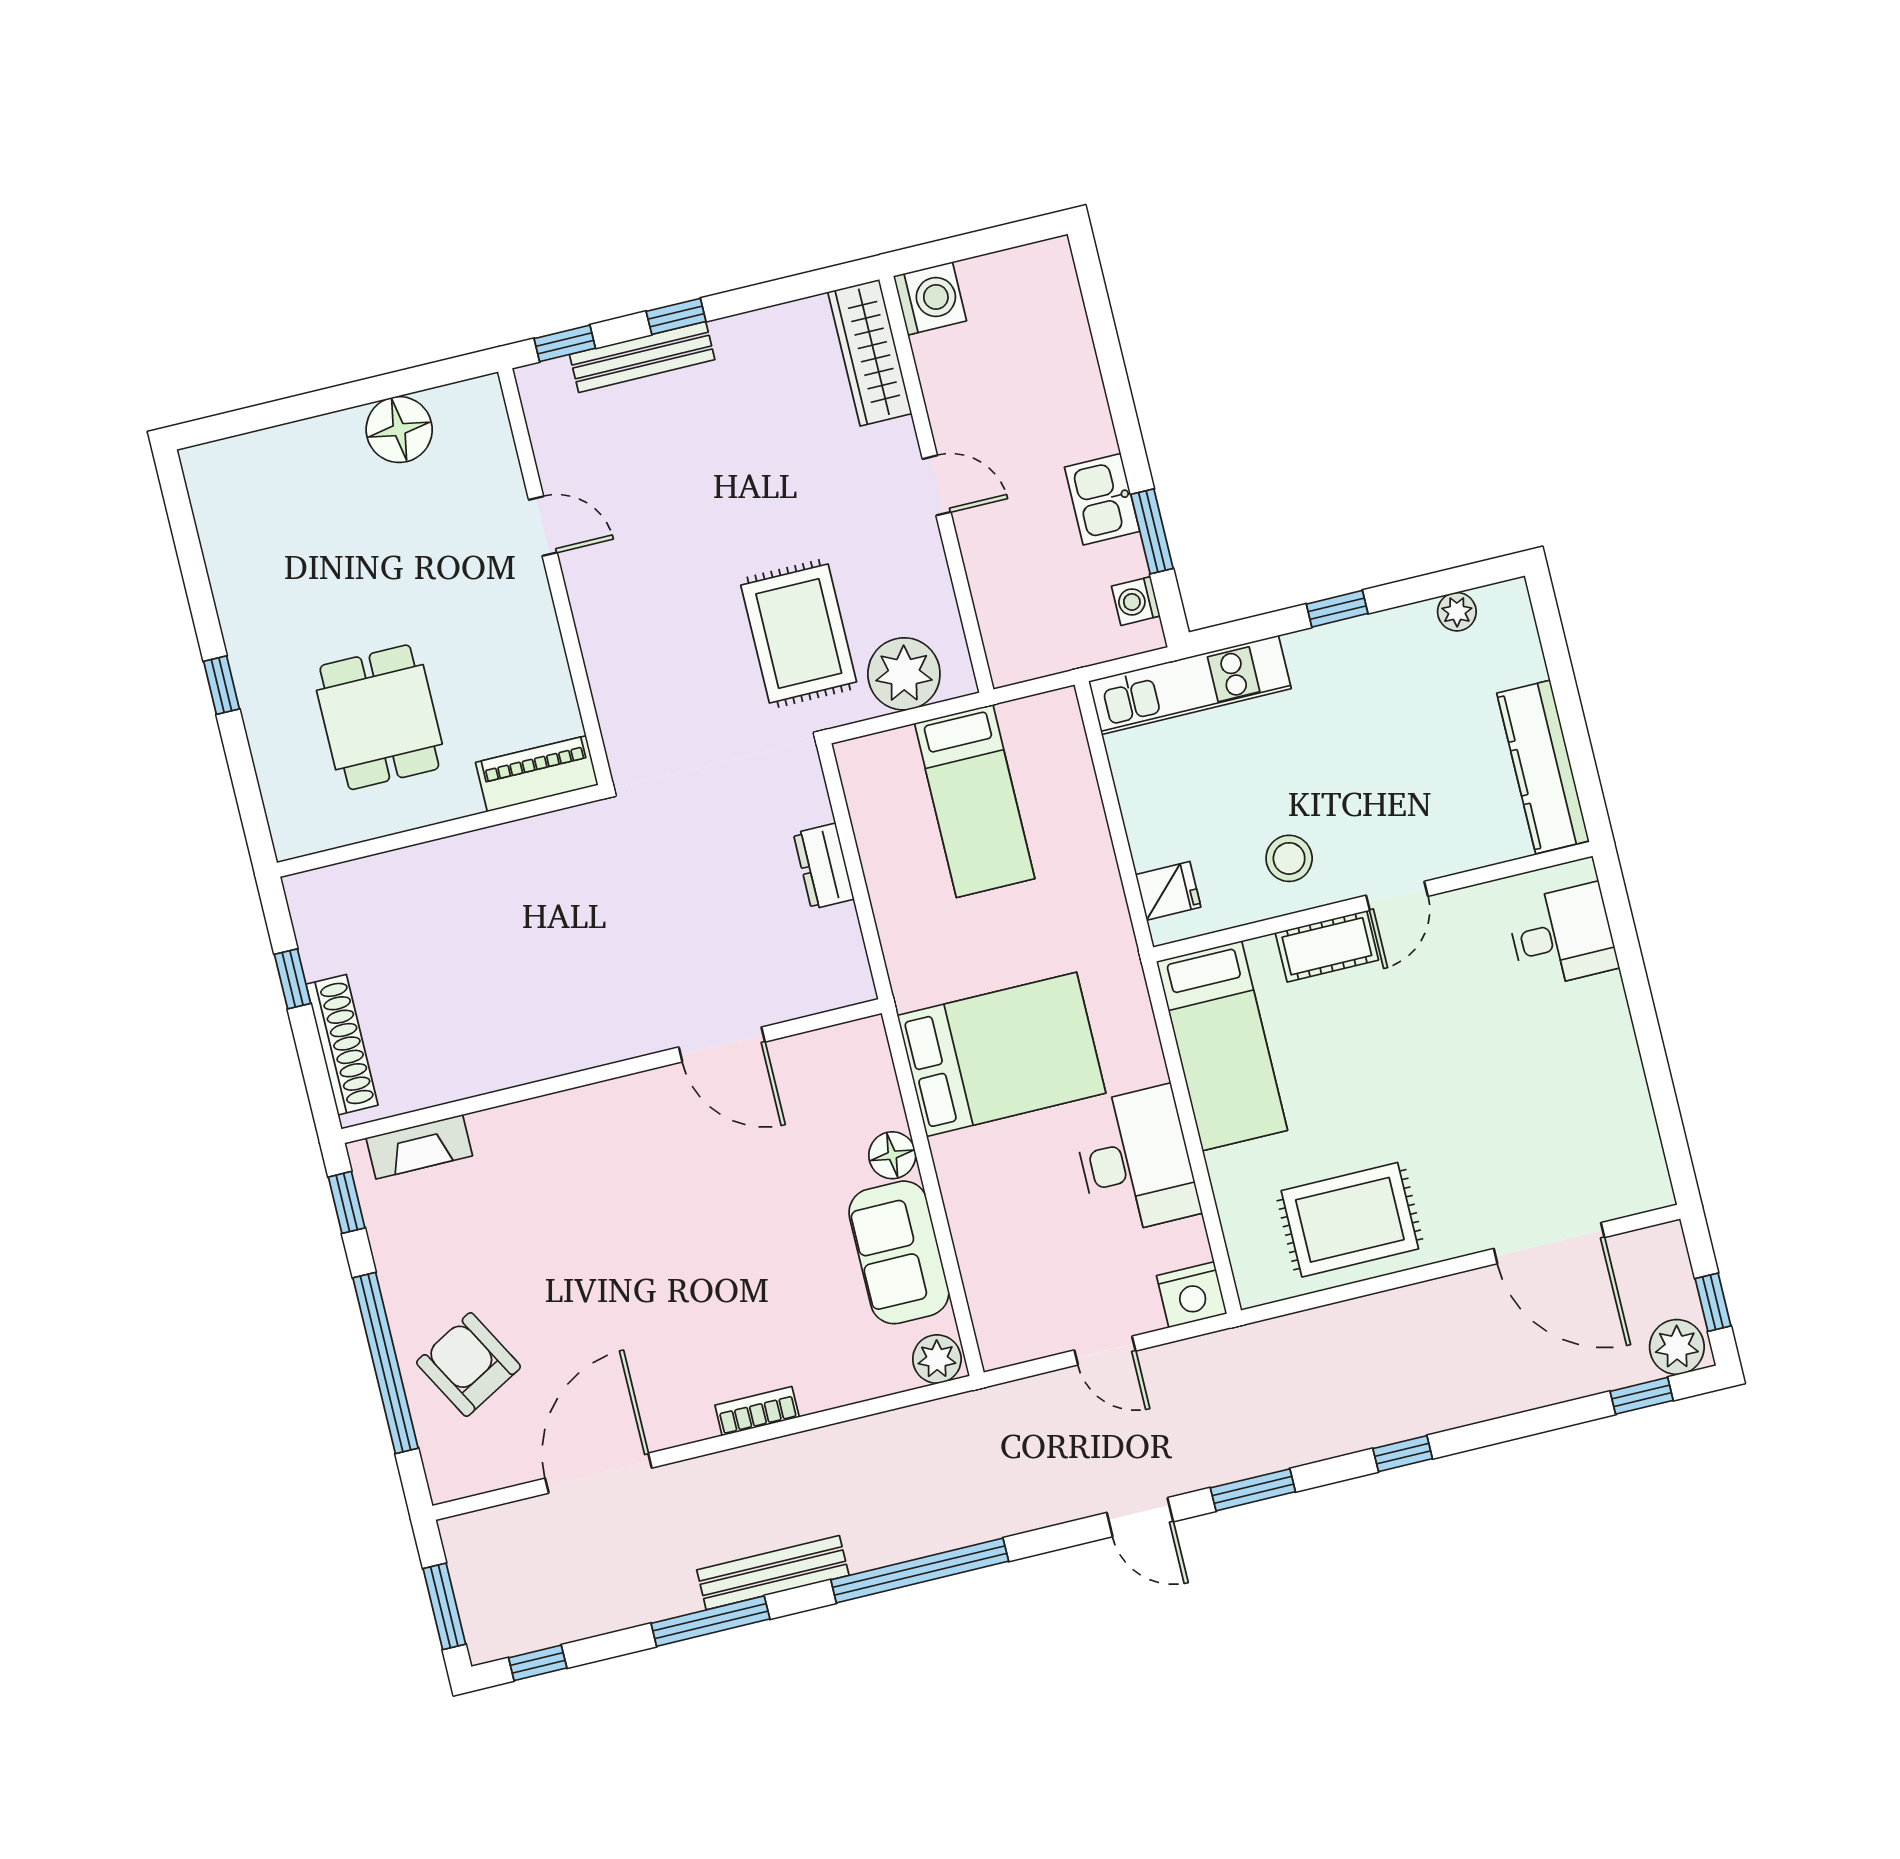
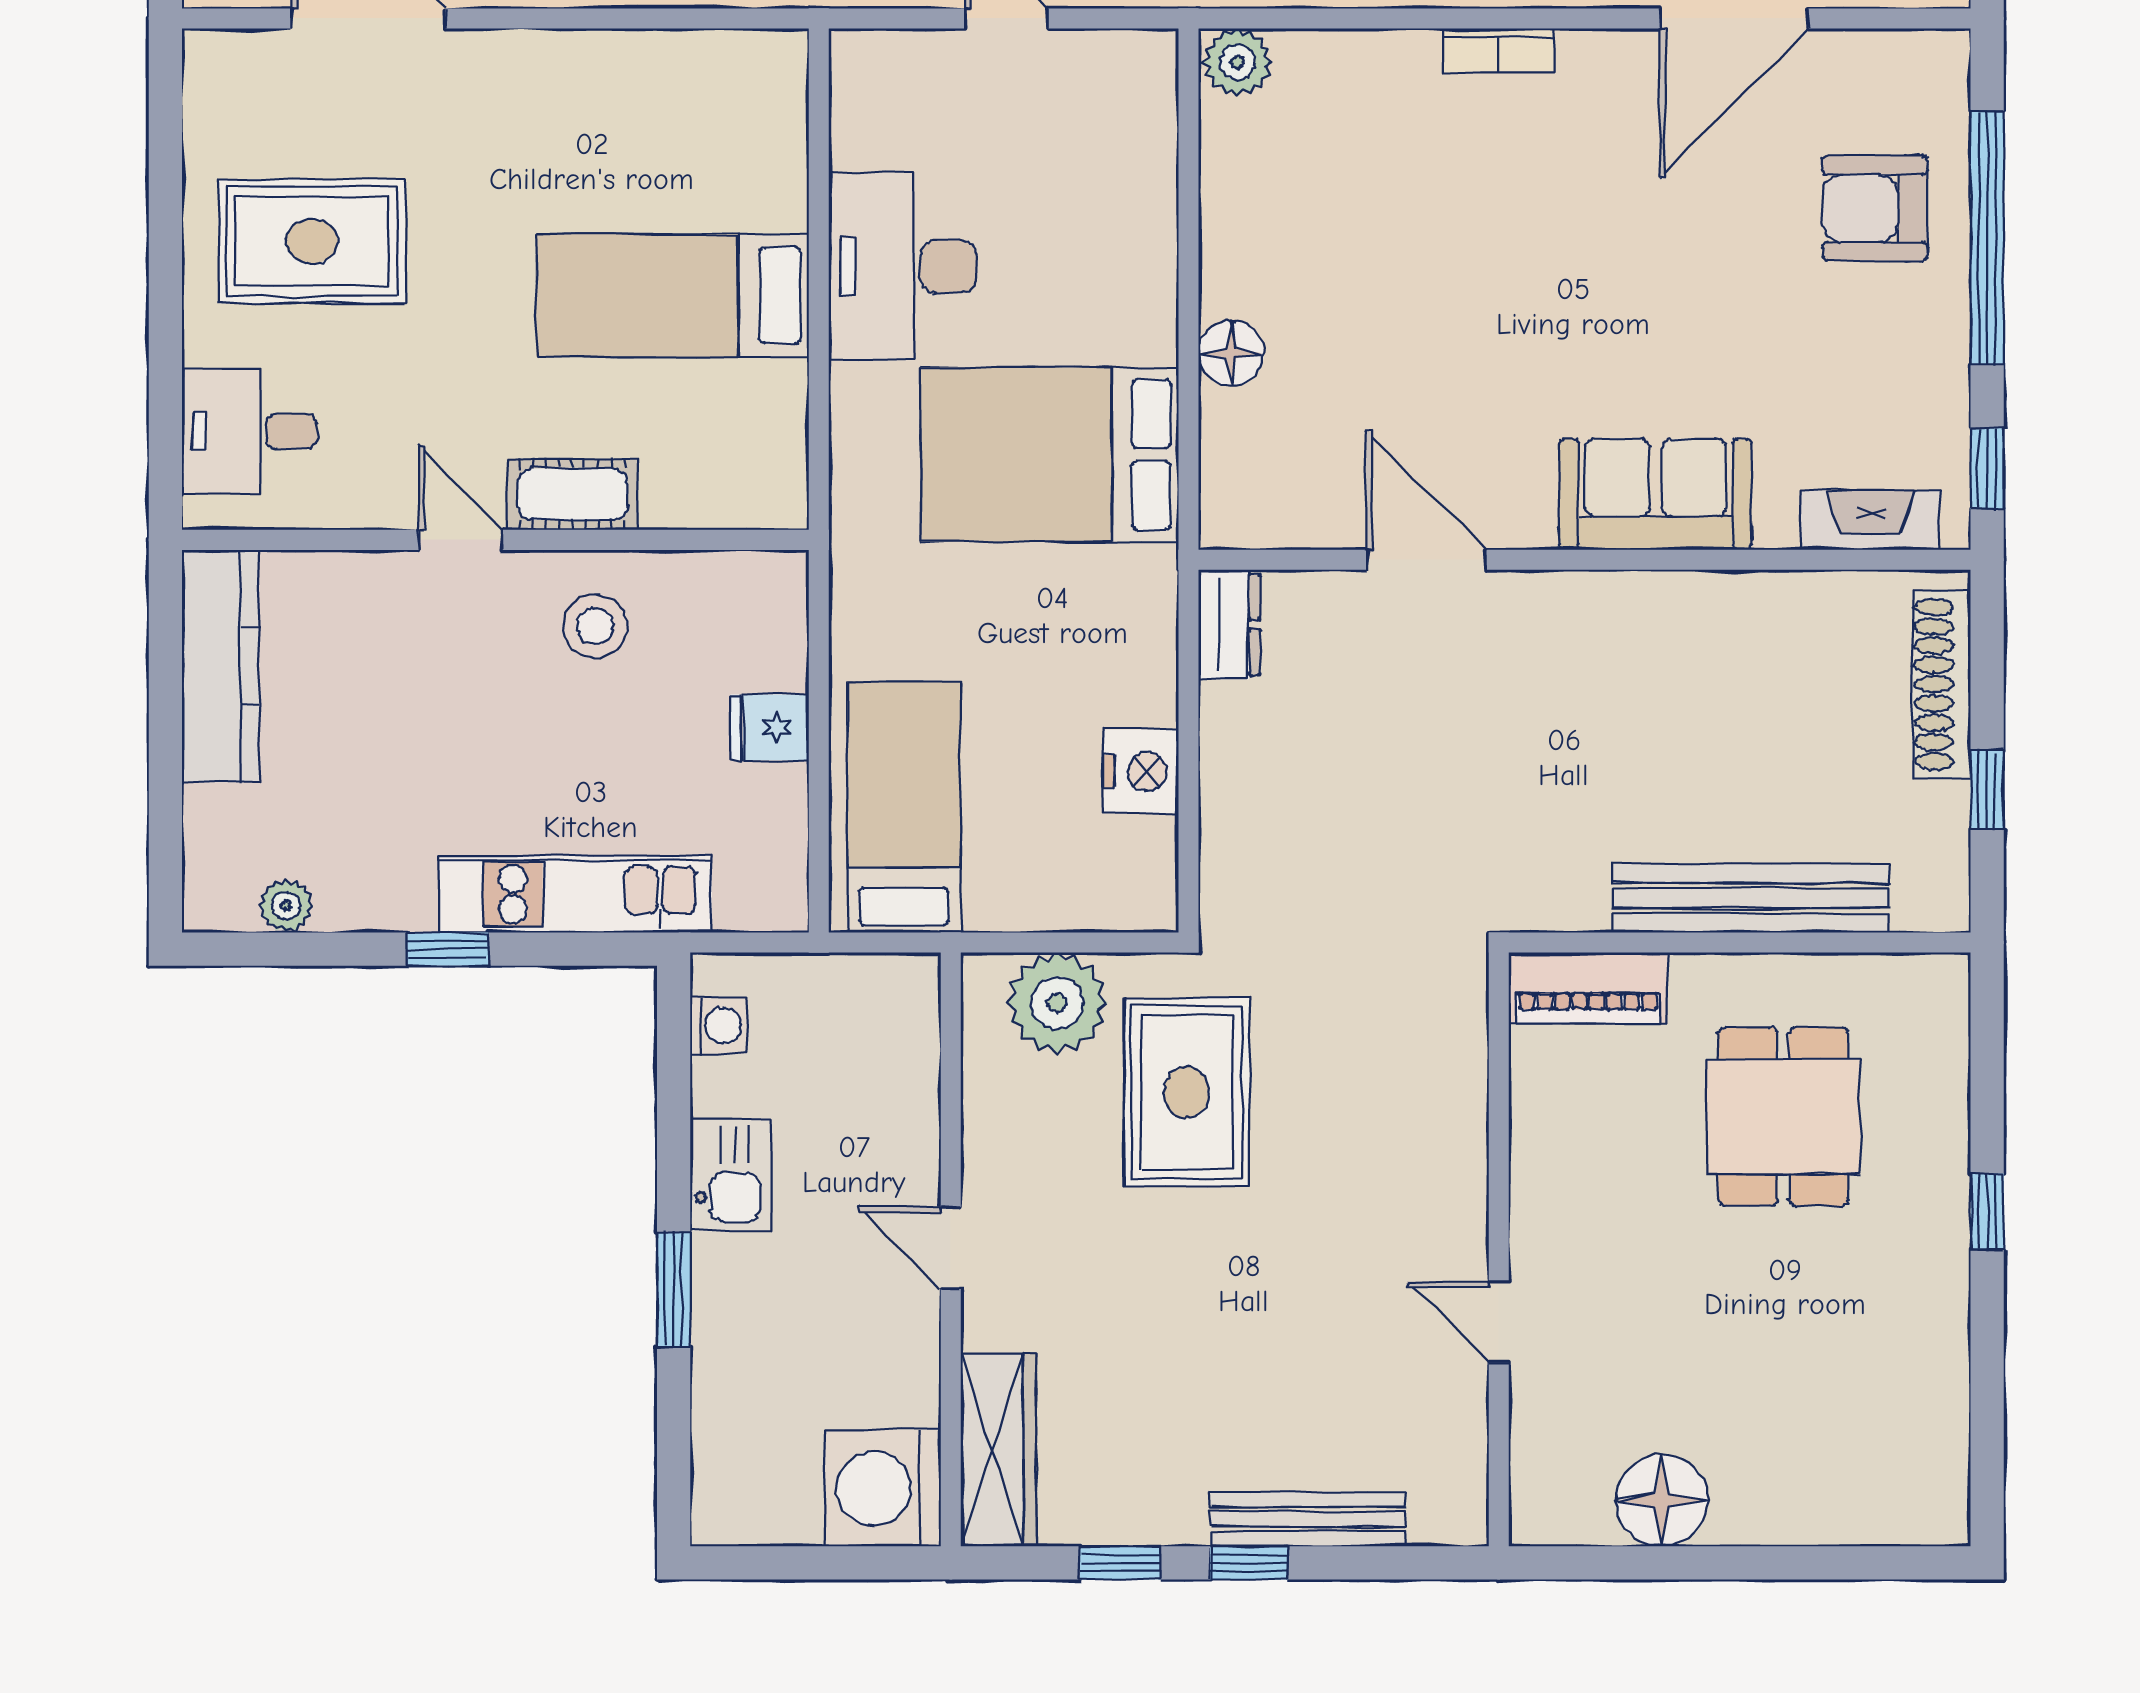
washing machine: (930, 298) -> (883, 1488), width x1.37, depth x1.37
window: (565, 343) -> (1120, 1563), moved
window: (1152, 531) -> (674, 1290), moved
kitchen unit: (1190, 685) -> (575, 894), moved
bed: (975, 801) -> (904, 807), moved
bench: (439, 864) -> (1751, 898), added
dresser: (824, 866) -> (1229, 624), moved
fridge: (1168, 891) -> (770, 727), moved
door: (1397, 896) -> (461, 540), hinge flipped
bed: (1222, 1046) -> (673, 295), moved, turned -90
rug: (1350, 1220) -> (312, 241), moved
sofa: (899, 1252) -> (1656, 494), moved, turned -90
nightstand: (1192, 1295) -> (1141, 771), moved, turned 90
armchair: (469, 1365) -> (1875, 208), turned 119

